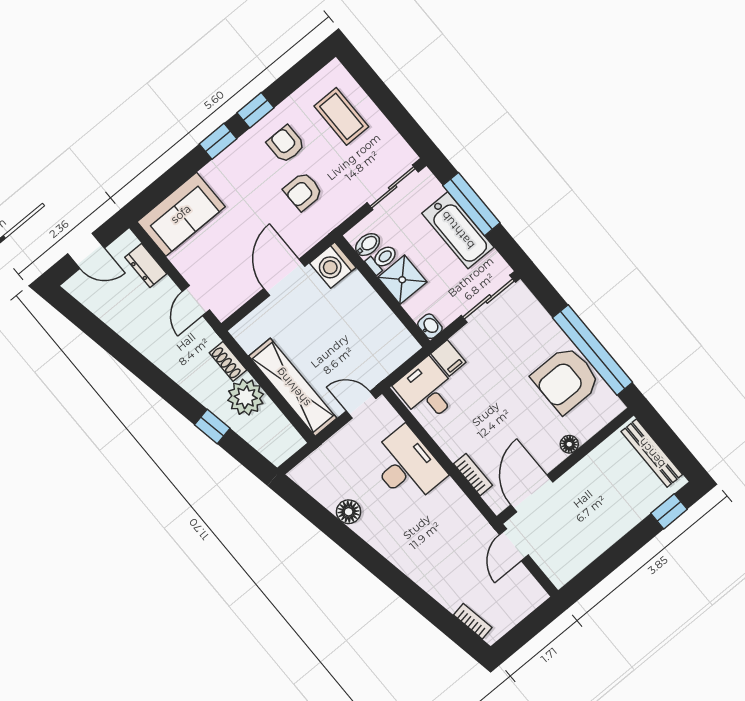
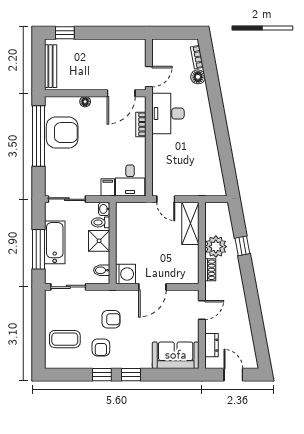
coffee table: (341, 116) -> (65, 339), turned 90
toilet: (382, 259) -> (101, 222), moved
shelving: (293, 387) -> (190, 223), width x0.68
desk: (407, 466) -> (168, 113), moved
floor lamp: (349, 512) -> (198, 77), moved

